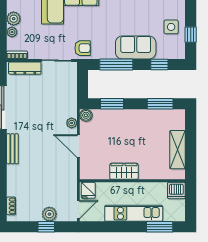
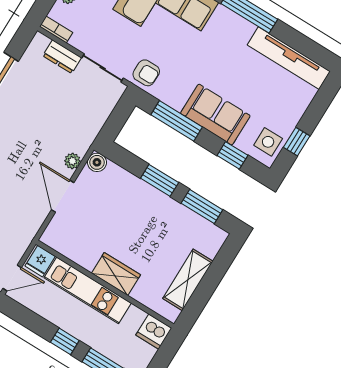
side table: (171, 27) -> (268, 142), moved
dresser: (25, 68) -> (62, 57), width x0.70
window: (112, 104) -> (160, 180), moved
wardrobe: (124, 171) -> (116, 274), moved
kitchen unit: (134, 213) -> (88, 290), moved, turned 180
window: (130, 227) -> (65, 341), added

